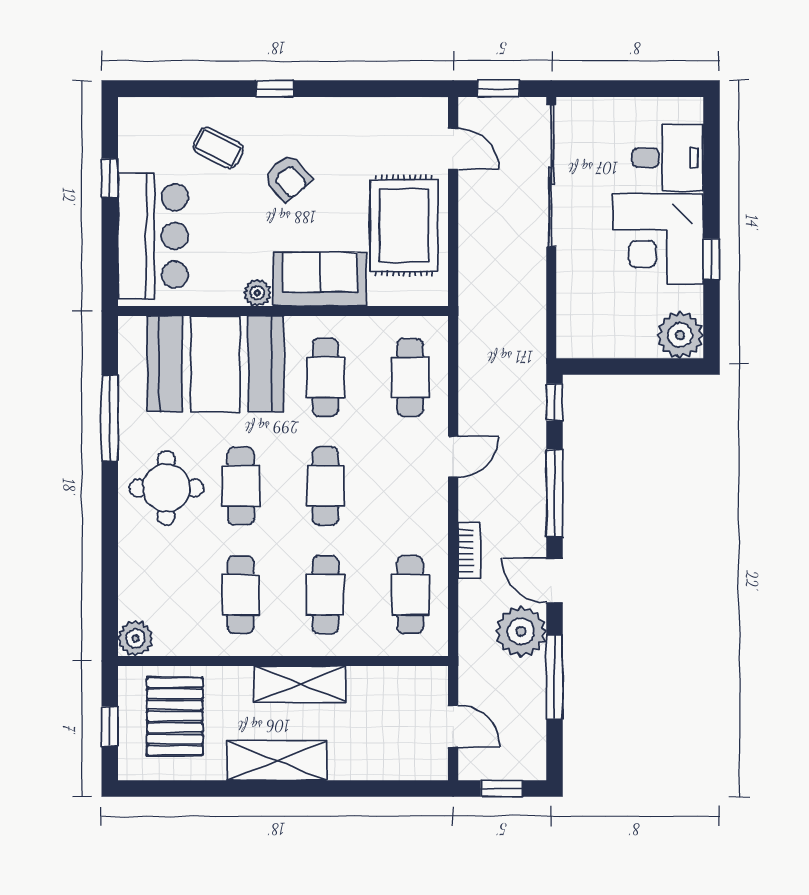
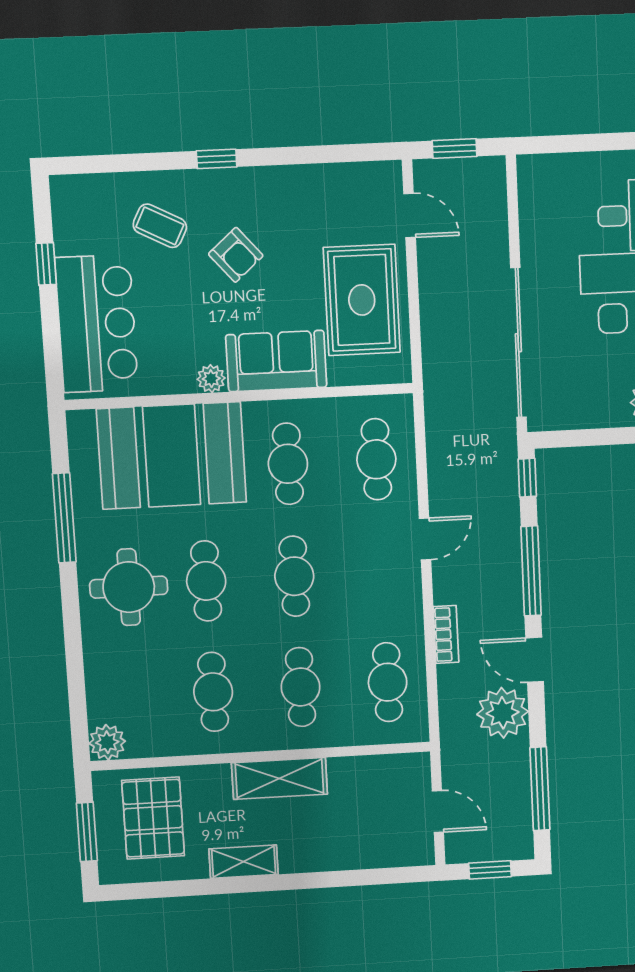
sliding door: (551, 176) -> (518, 343), moved
window: (554, 677) -> (540, 789), moved
window: (110, 726) -> (87, 832), width x1.50
shelving: (277, 760) -> (244, 862), width x0.67, depth x0.75

